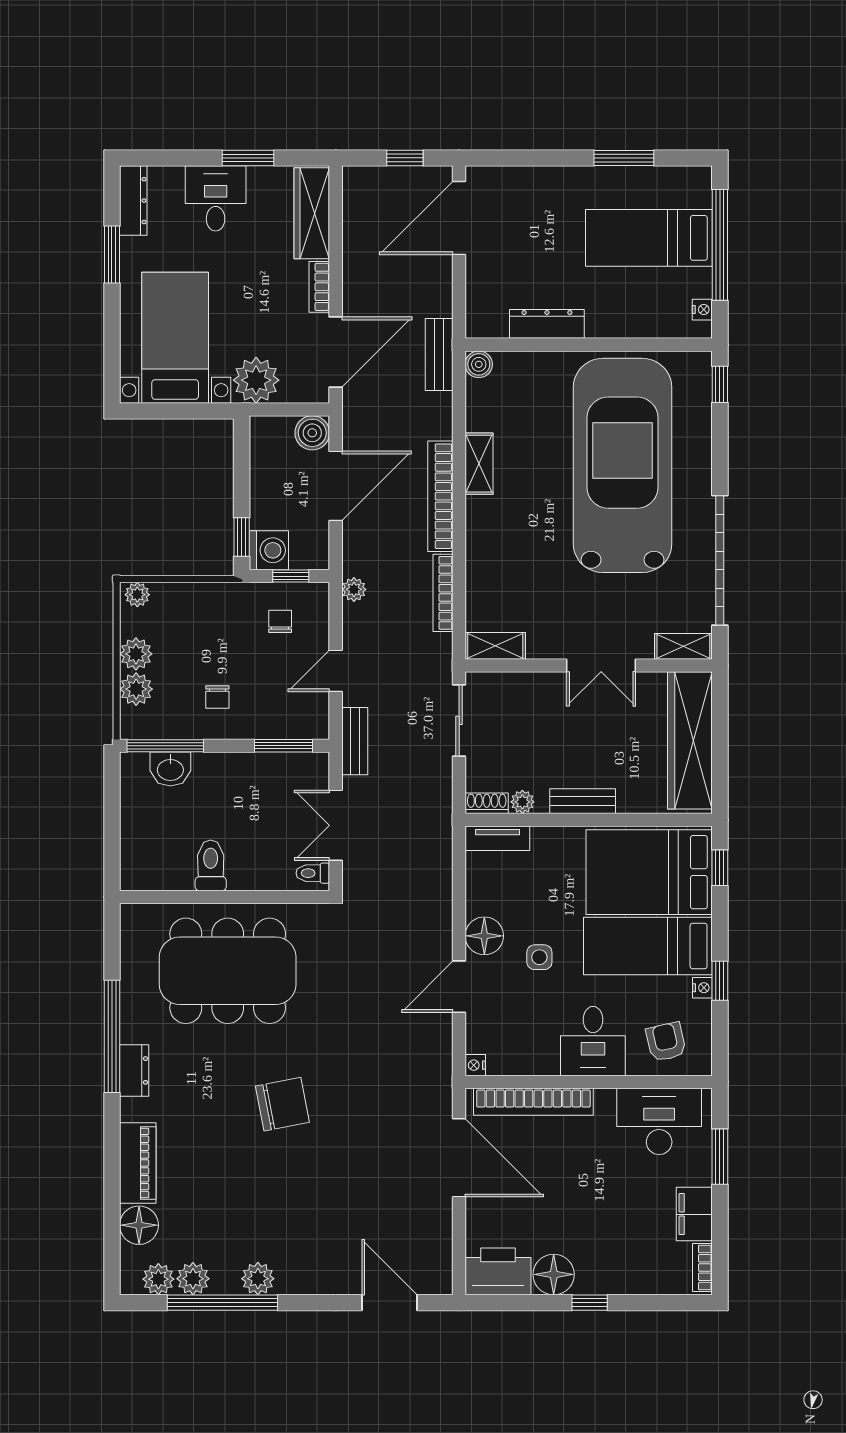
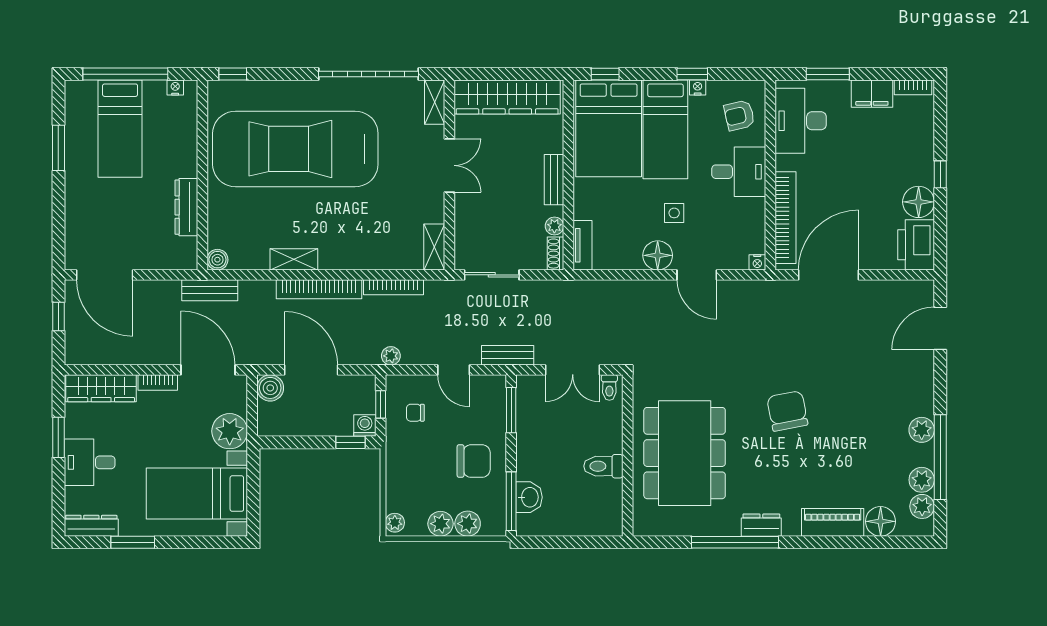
washing machine: (269, 550) -> (365, 425), width x0.73, depth x0.73
chair: (217, 697) -> (474, 461), width x1.87, depth x1.87

